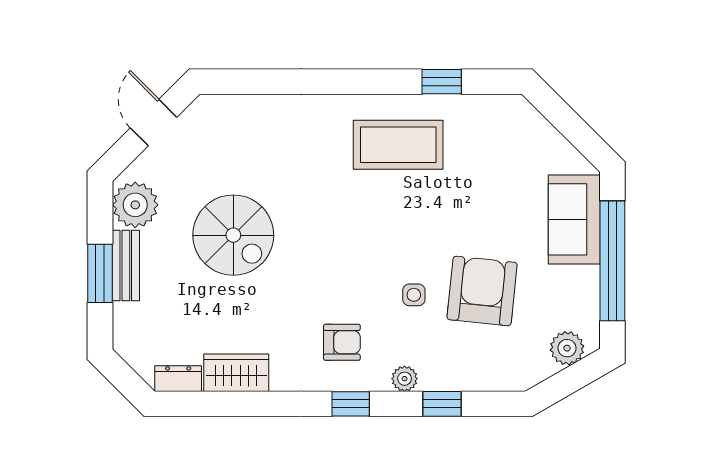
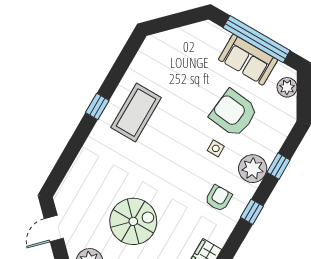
window: (442, 82) -> (97, 107), moved
door: (154, 123) -> (54, 228), hinge flipped
sofa: (574, 219) -> (248, 60), moved
plant: (405, 379) -> (253, 169), width x1.87, depth x1.87

